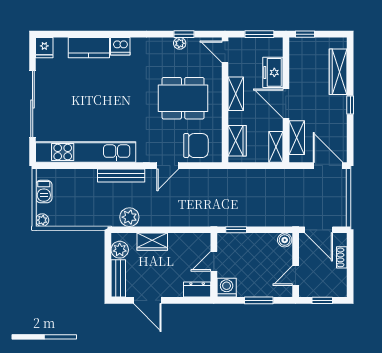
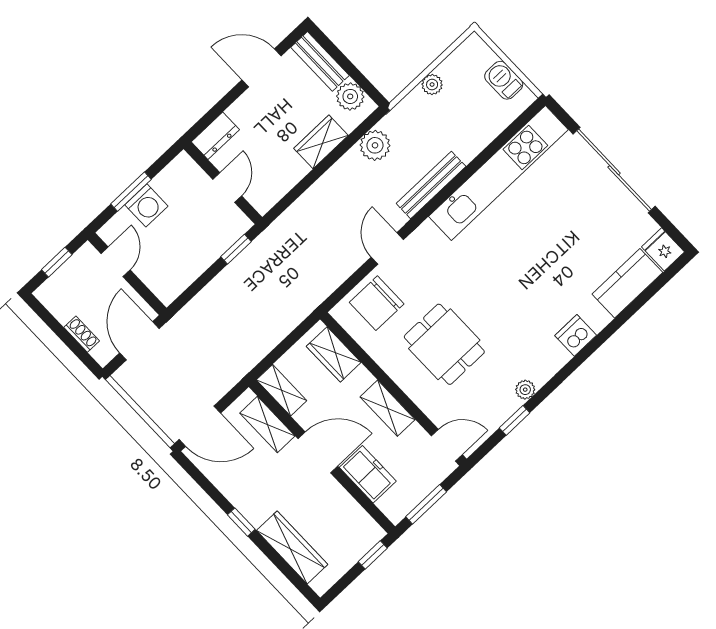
plant: (180, 43) -> (525, 390), moved
kitchen counter: (89, 48) -> (627, 283), moved
dining table: (183, 98) -> (444, 344), width x0.73
plant: (42, 220) -> (432, 85), moved
door: (319, 230) -> (139, 341), hinge flipped
boiler: (285, 240) -> (168, 291), removed
washing machine: (227, 288) -> (146, 205), moved

